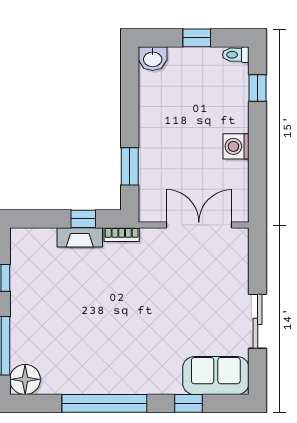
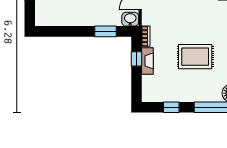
washbasin: (153, 59) -> (130, 19), moved, turned -90
rug: (87, 318) -> (195, 57), added

